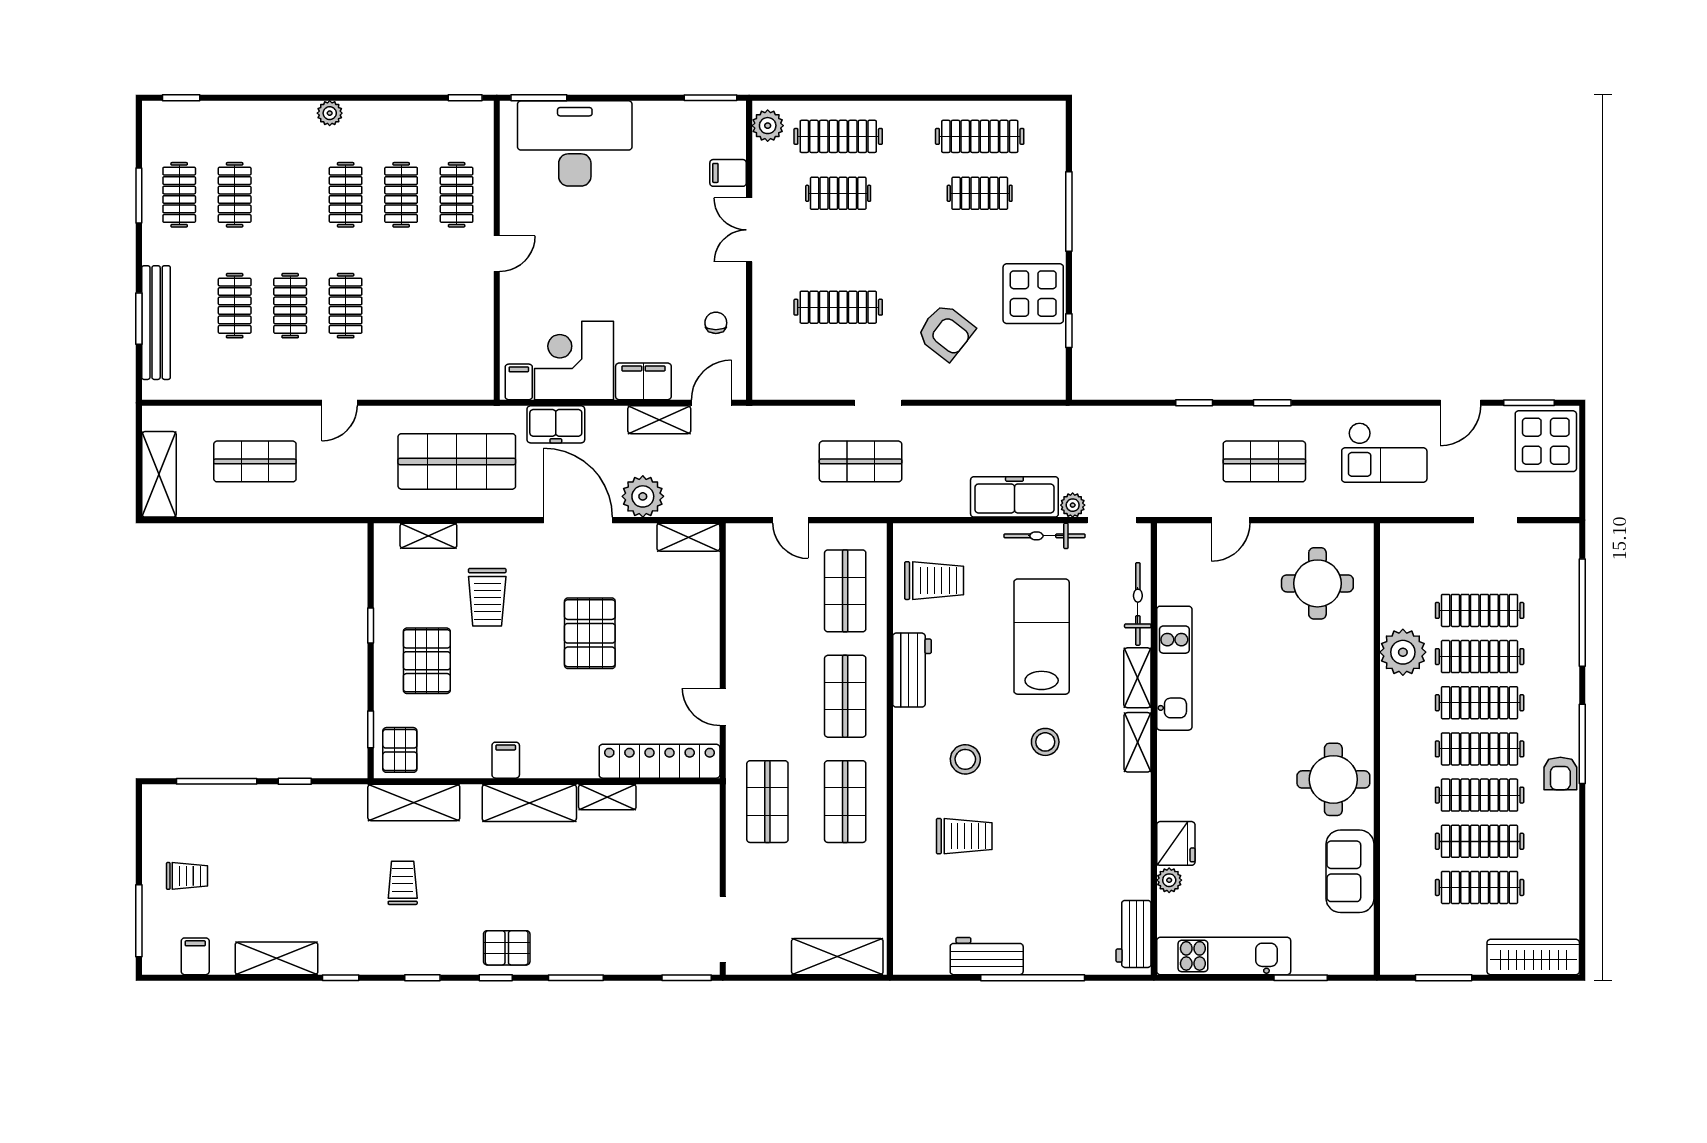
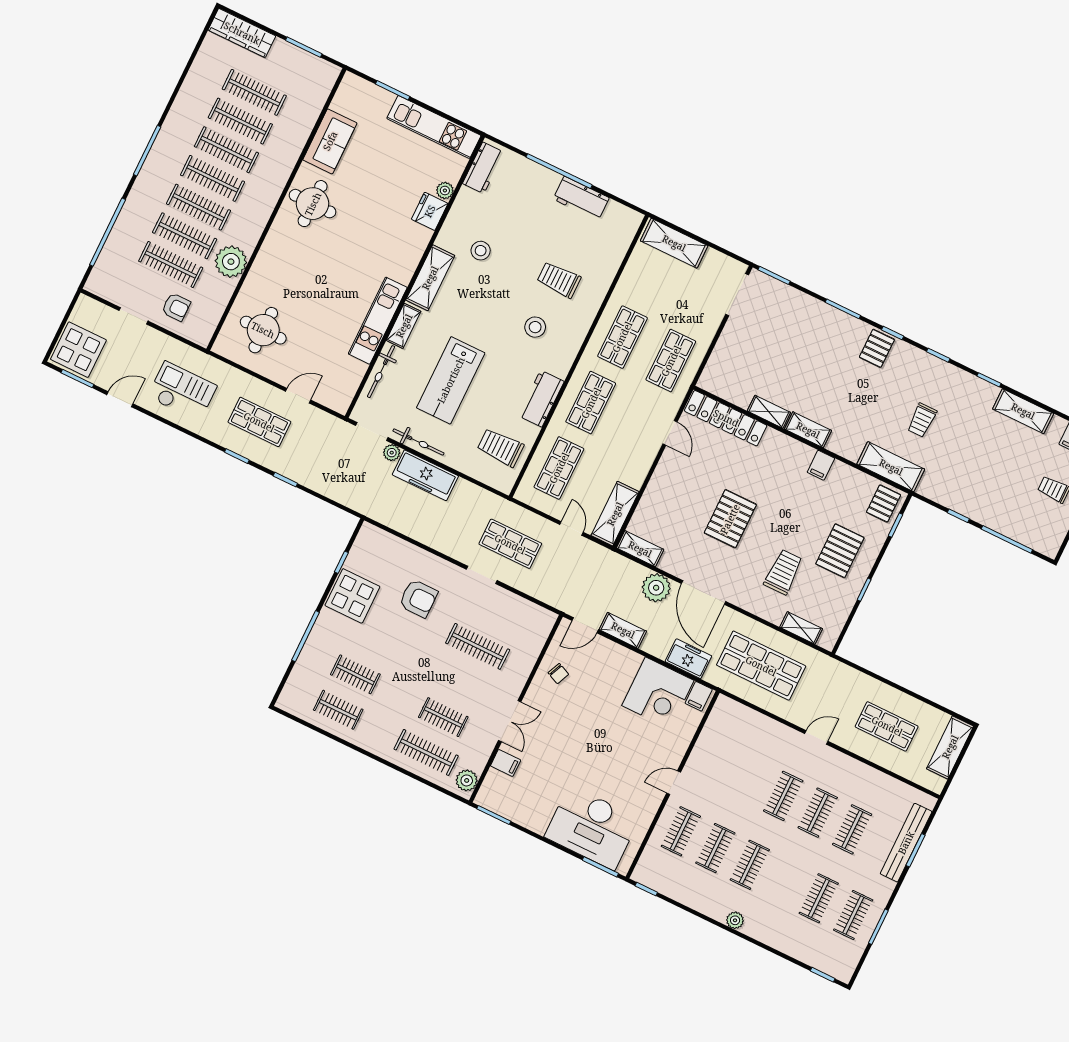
clothes rail: (980, 136) -> (338, 710), width x0.73
chair: (716, 323) -> (558, 674), turned -66
armchair: (946, 332) -> (418, 598), turned 142
filing cabinet: (643, 381) -> (621, 659), removed
shelving: (743, 567) -> (615, 514), added
stool: (1045, 742) -> (481, 251), moved
shelving: (1138, 742) -> (430, 278), width x1.50, depth x1.33
armchair: (1560, 774) -> (176, 307), moved, turned 90
shelving: (529, 803) -> (808, 430), width x0.67, depth x0.75
pallet: (507, 948) -> (877, 348), turned 90

